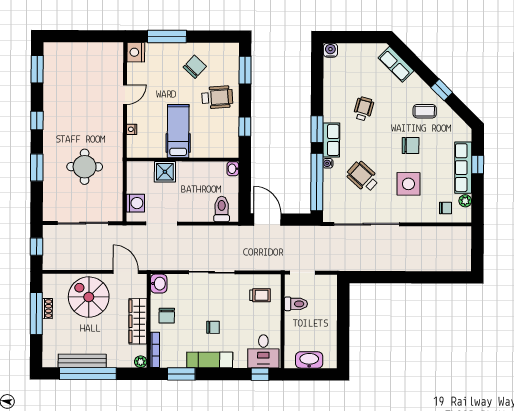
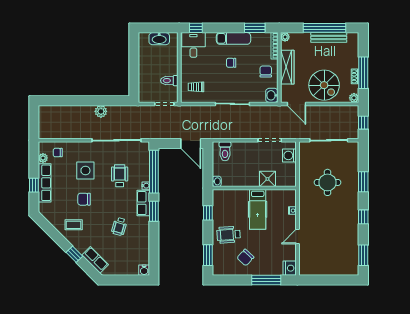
window: (442, 90) -> (74, 254), moved
wheelchair: (363, 177) -> (120, 176), turned -132
plant: (388, 263) -> (101, 111), added
plant: (49, 280) -> (354, 98), added

